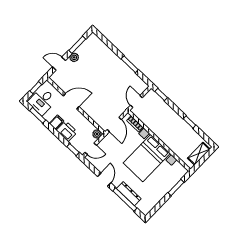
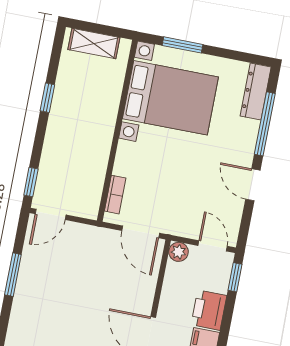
door: (136, 101) -> (51, 214), moved
door: (114, 124) -> (141, 232), swing flipped
bed with nightstands: (147, 158) -> (170, 98), moved
door: (104, 180) -> (253, 185), hinge flipped
dresser: (129, 194) -> (256, 91), moved

